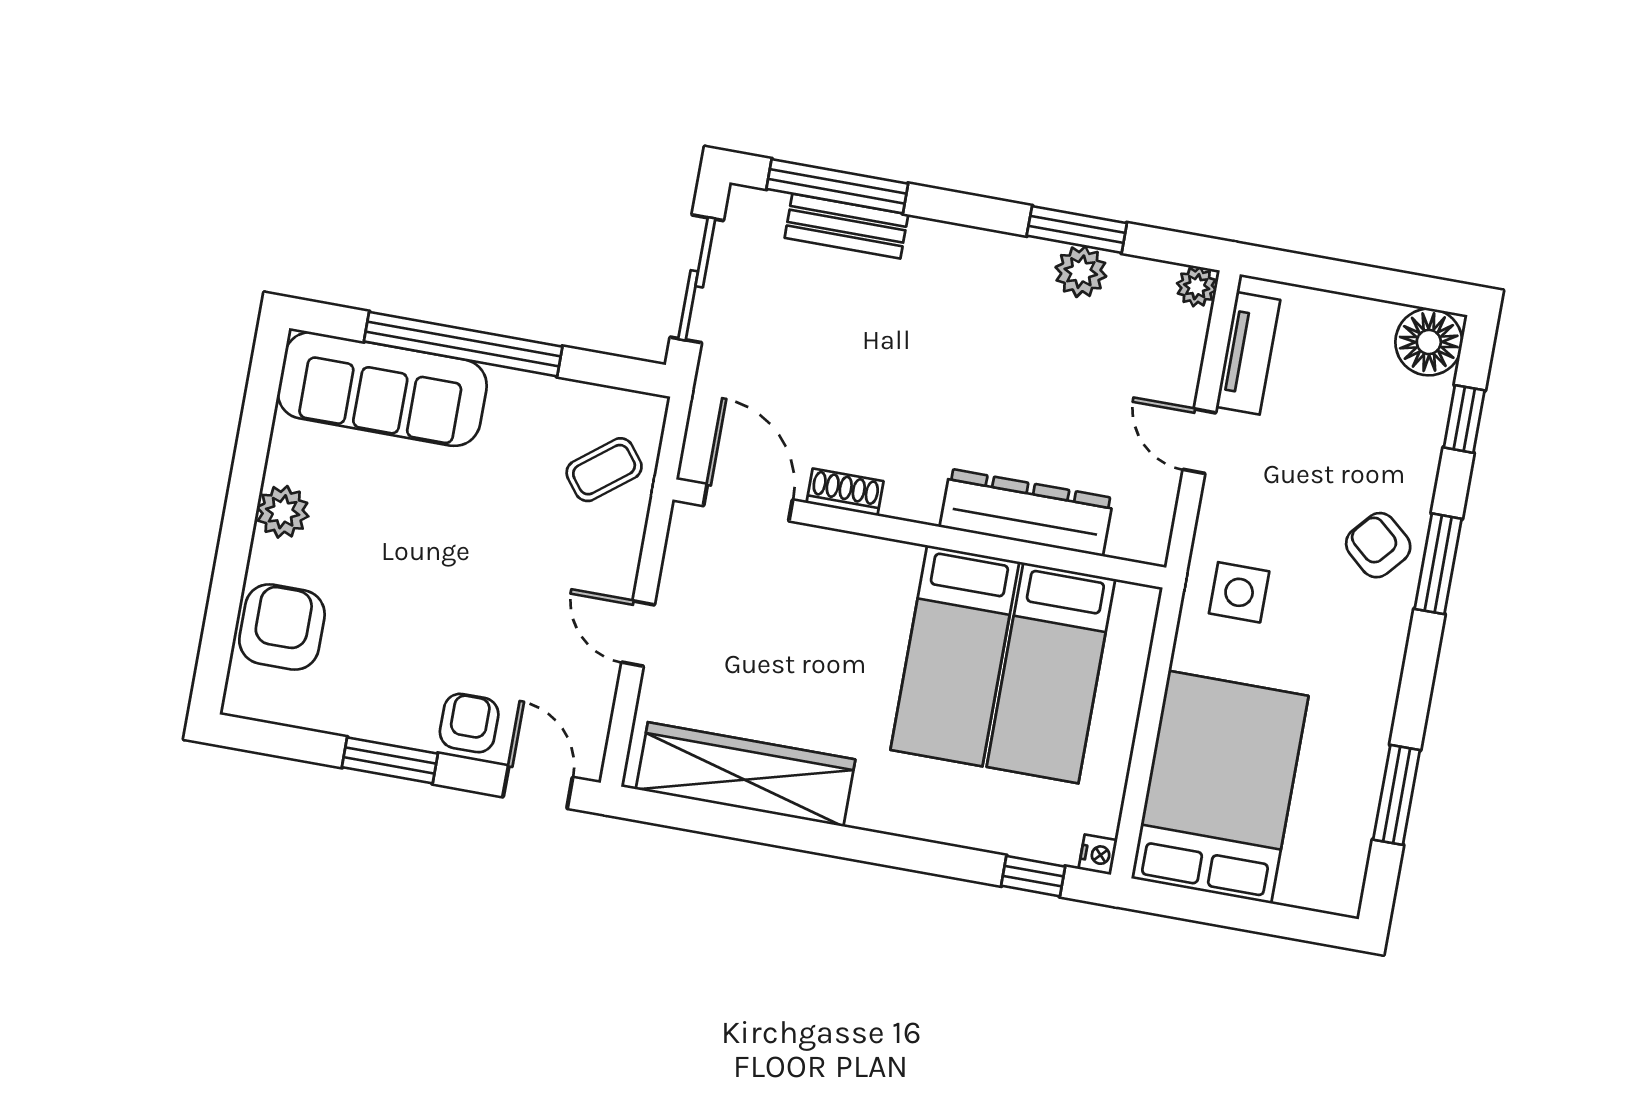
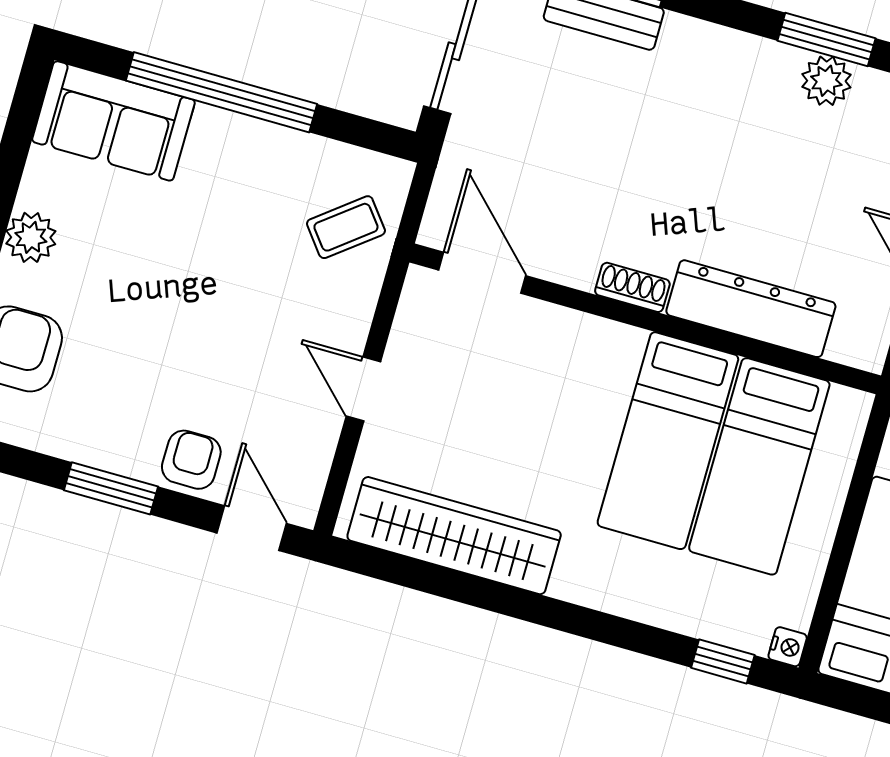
sofa: (382, 389) -> (113, 121), width x0.73
shoe rack: (845, 492) -> (632, 287), moved

